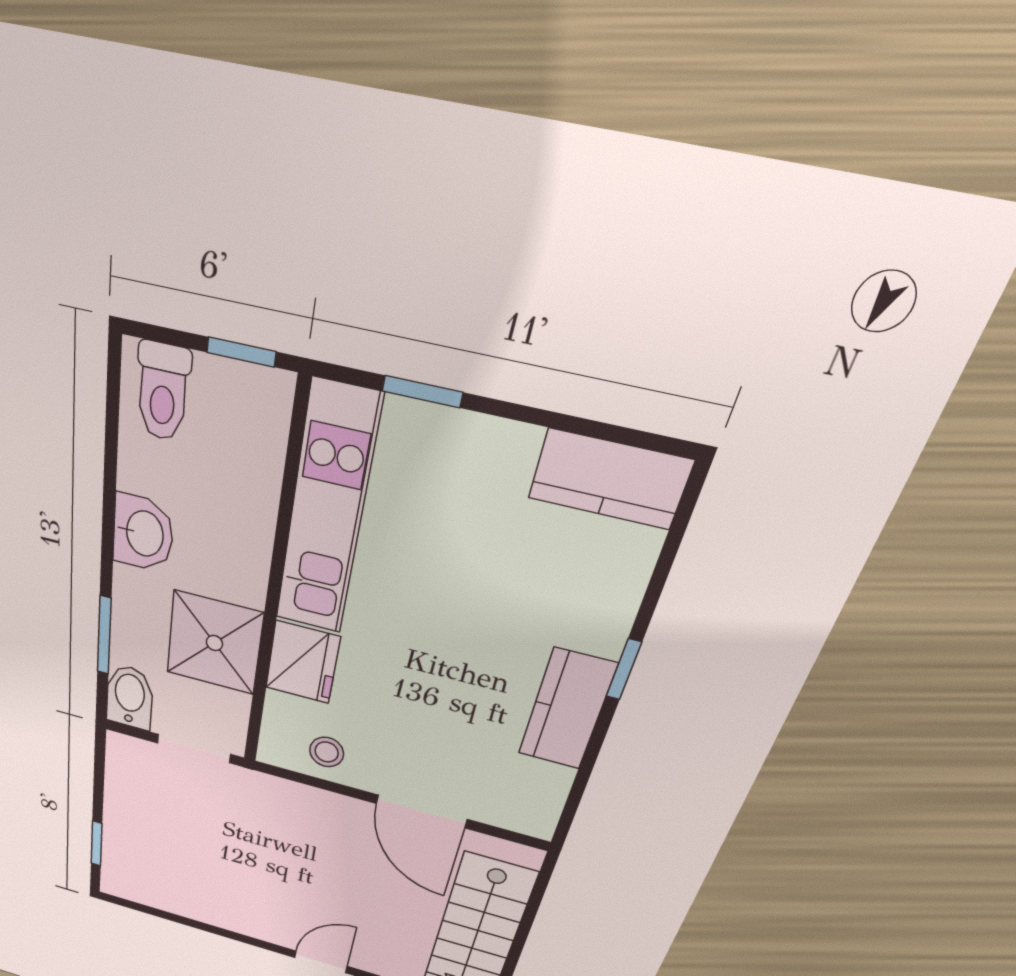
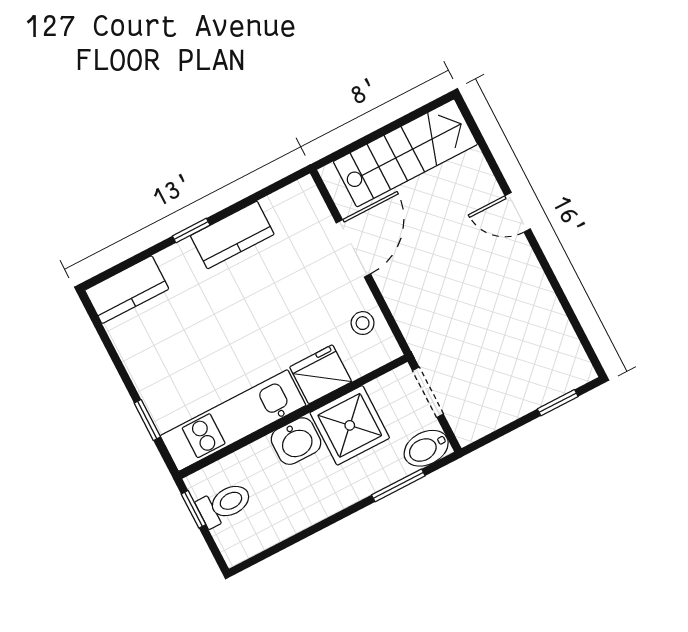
toilet: (163, 392) -> (225, 504), moved
kitchen counter: (610, 479) -> (127, 290), moved, turned 90
washbasin: (143, 533) -> (296, 441), moved, turned 180

